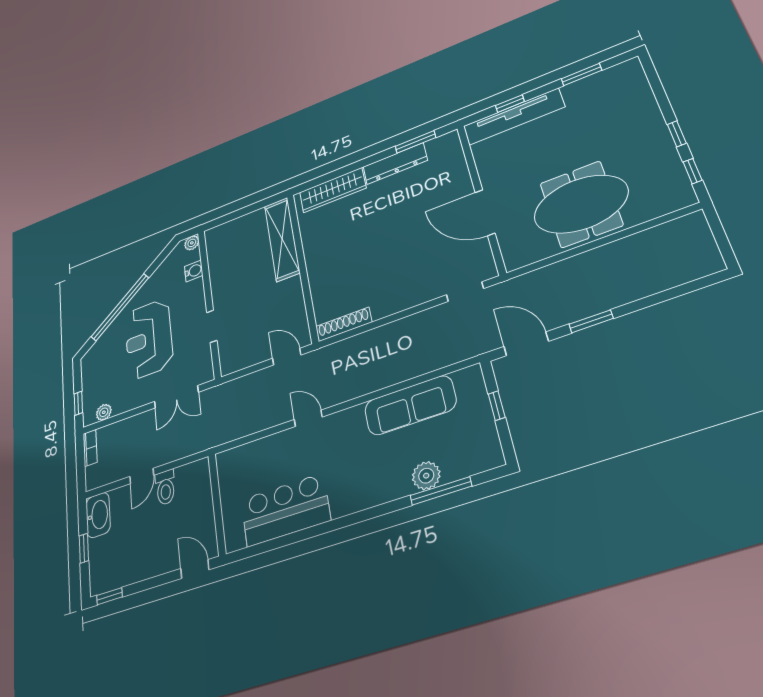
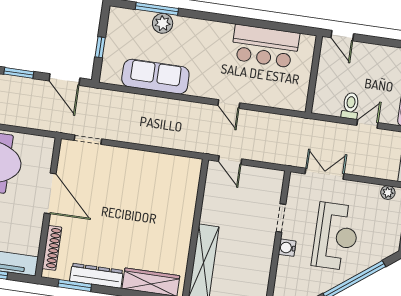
water cooler: (194, 271) -> (287, 248), moved
shoe rack: (344, 324) -> (52, 248), moved, turned -90

